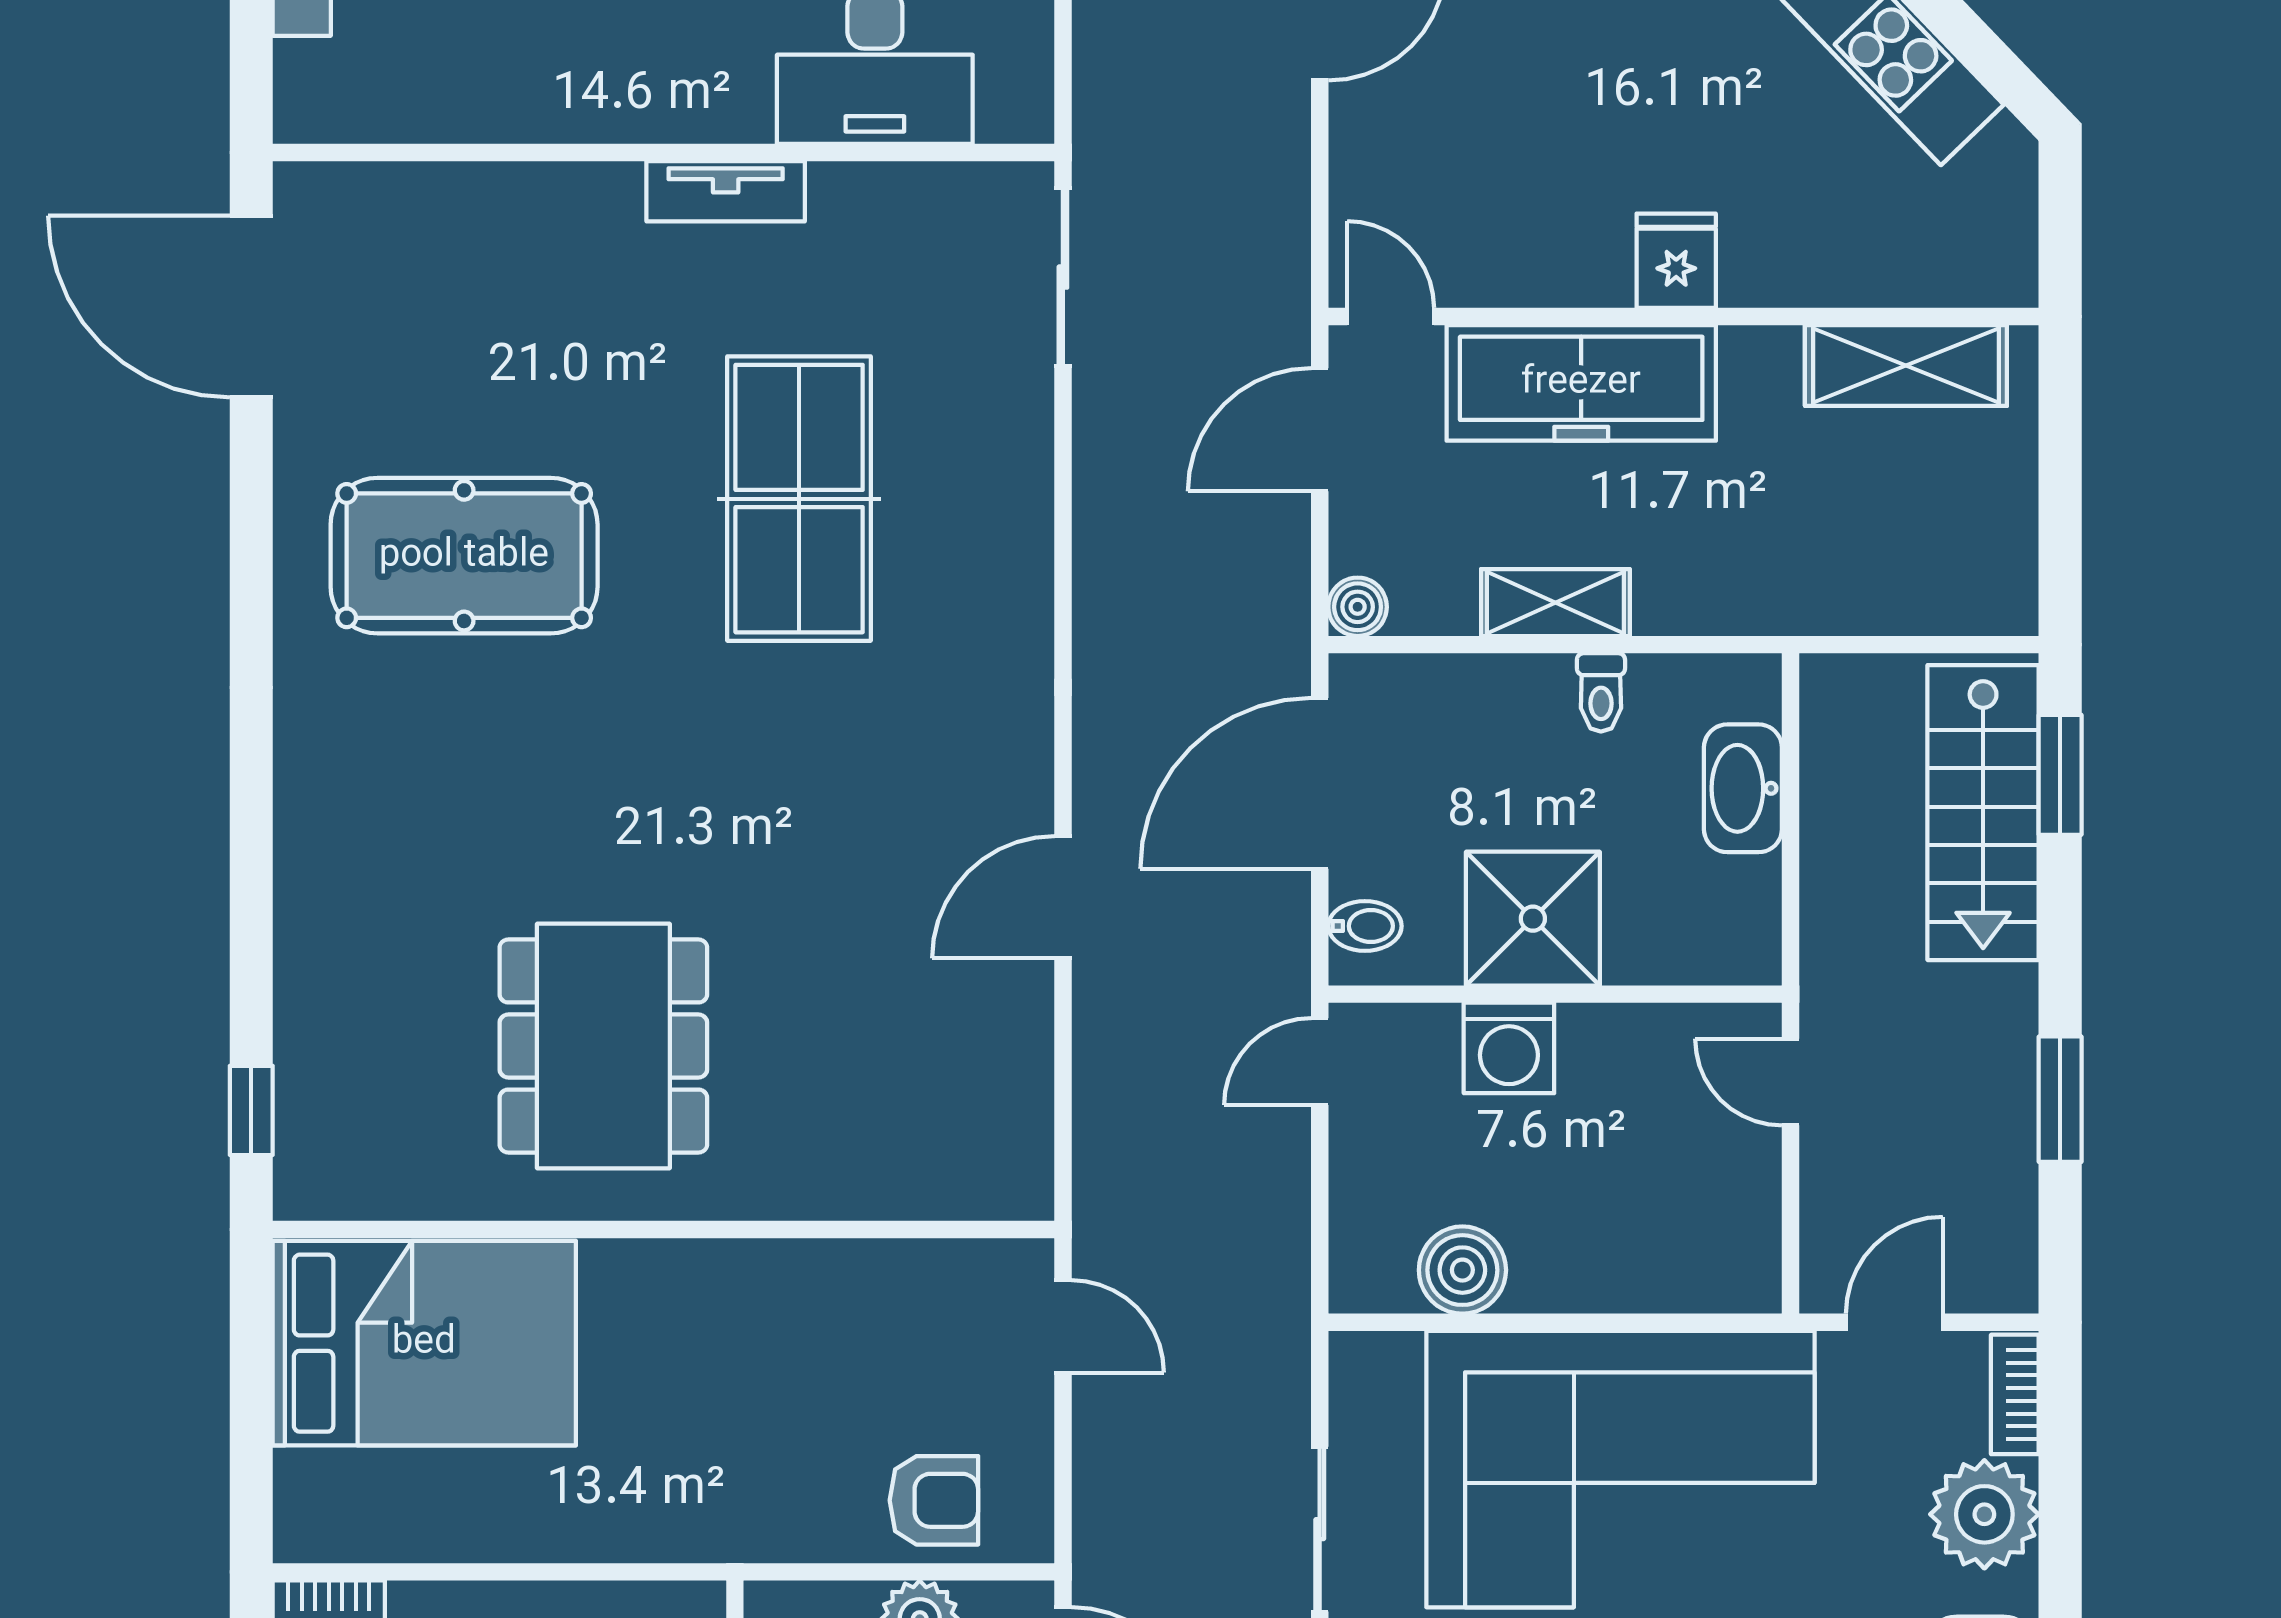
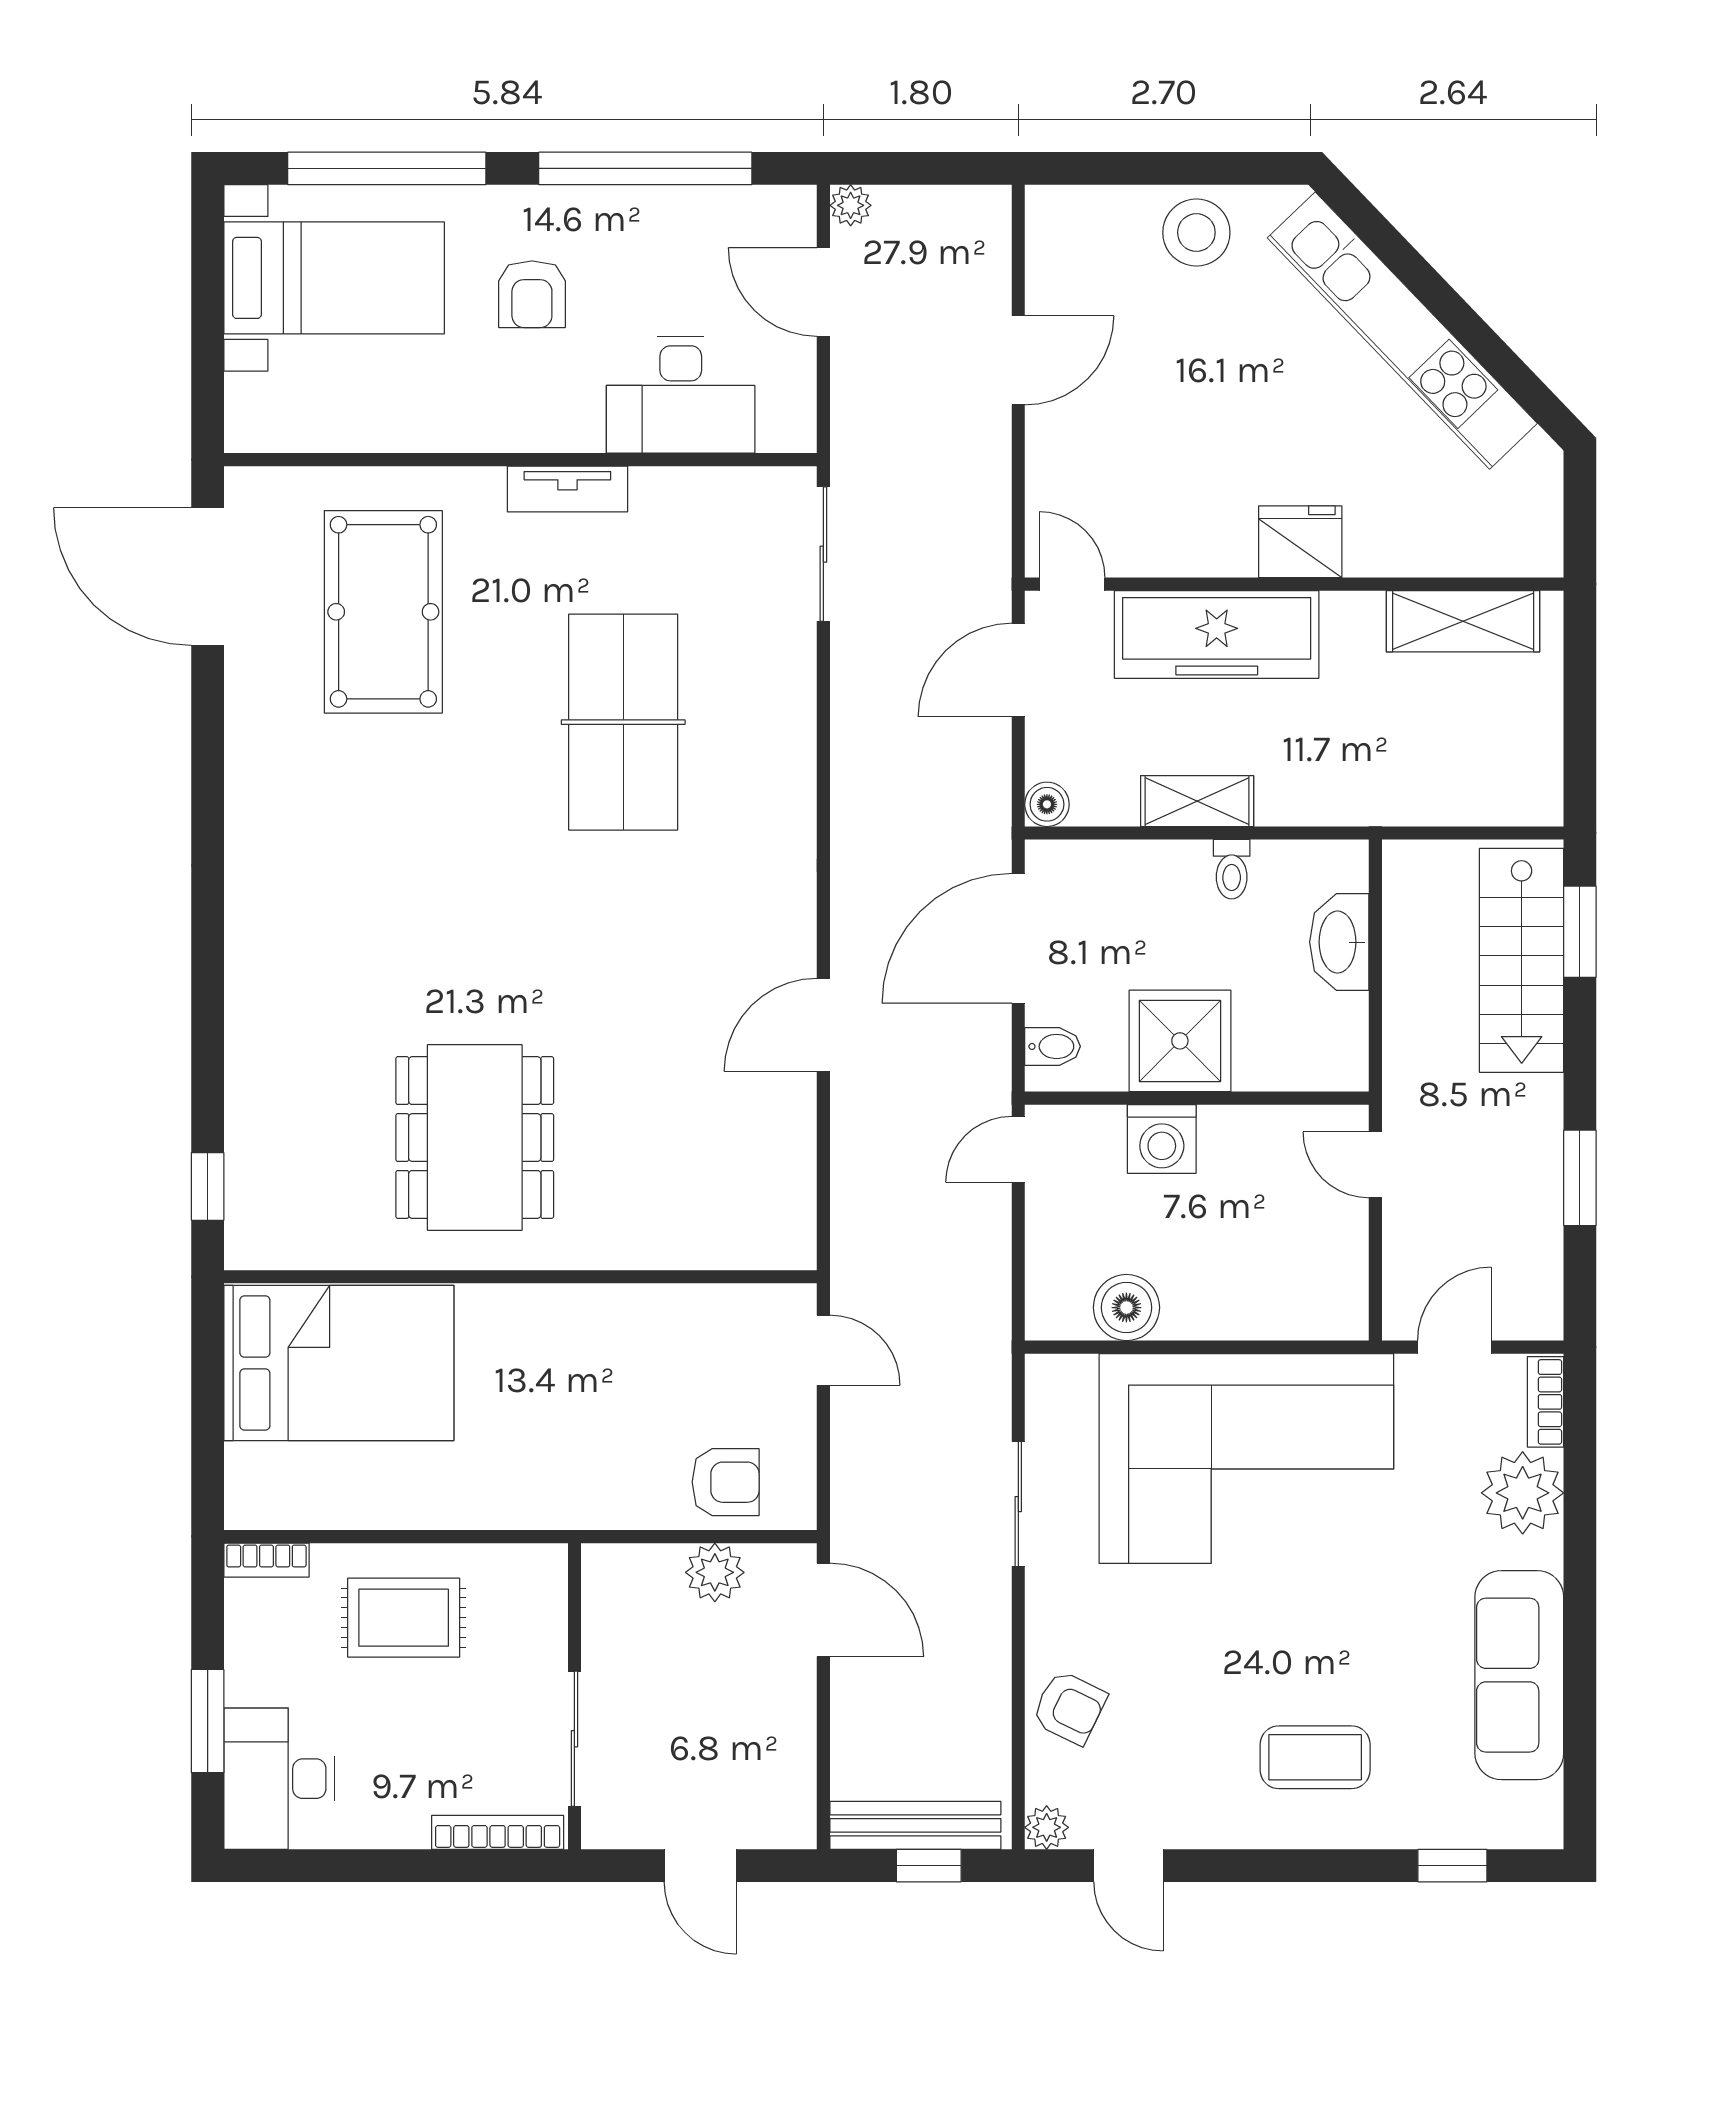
fridge: (1676, 261) -> (1300, 542), width x1.38
pool table: (464, 556) -> (383, 612), moved, turned 90

